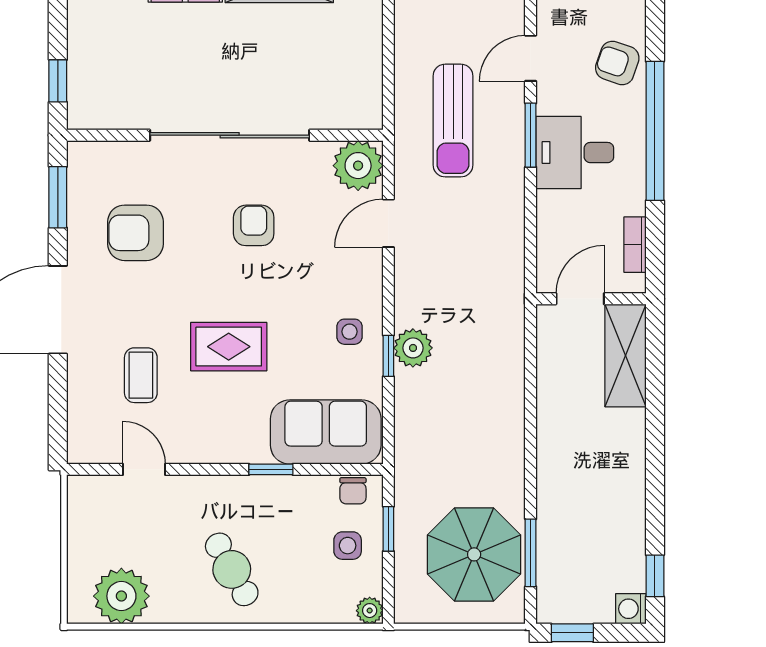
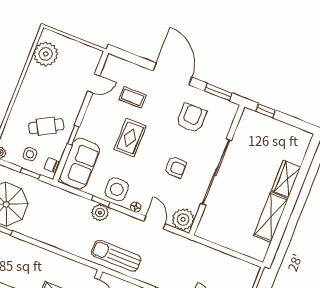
sun lounger: (453, 121) -> (116, 256), moved
floor lamp: (371, 277) -> (136, 207), added
side table: (349, 332) -> (117, 189), width x1.87, depth x1.87
cafe table: (232, 569) -> (46, 126), moved

